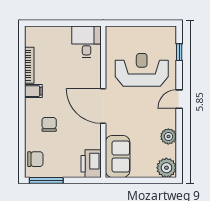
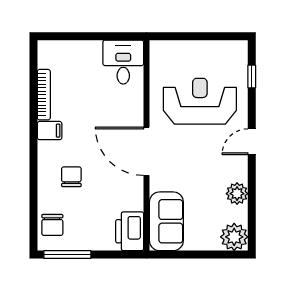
chair: (35, 159) -> (52, 225), turned 90

